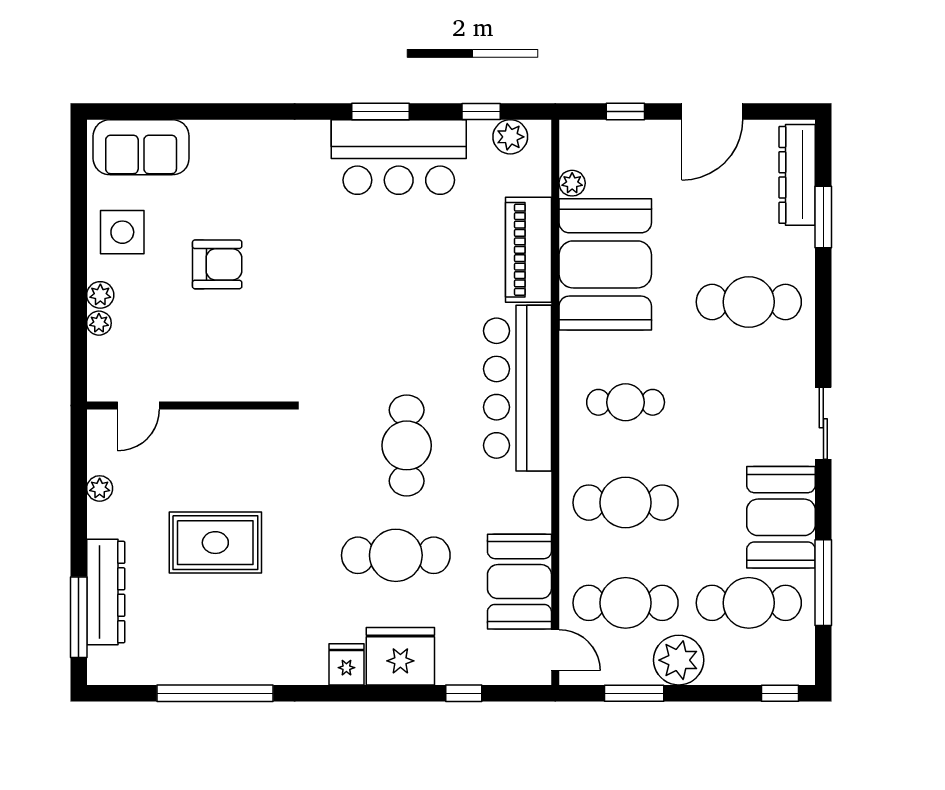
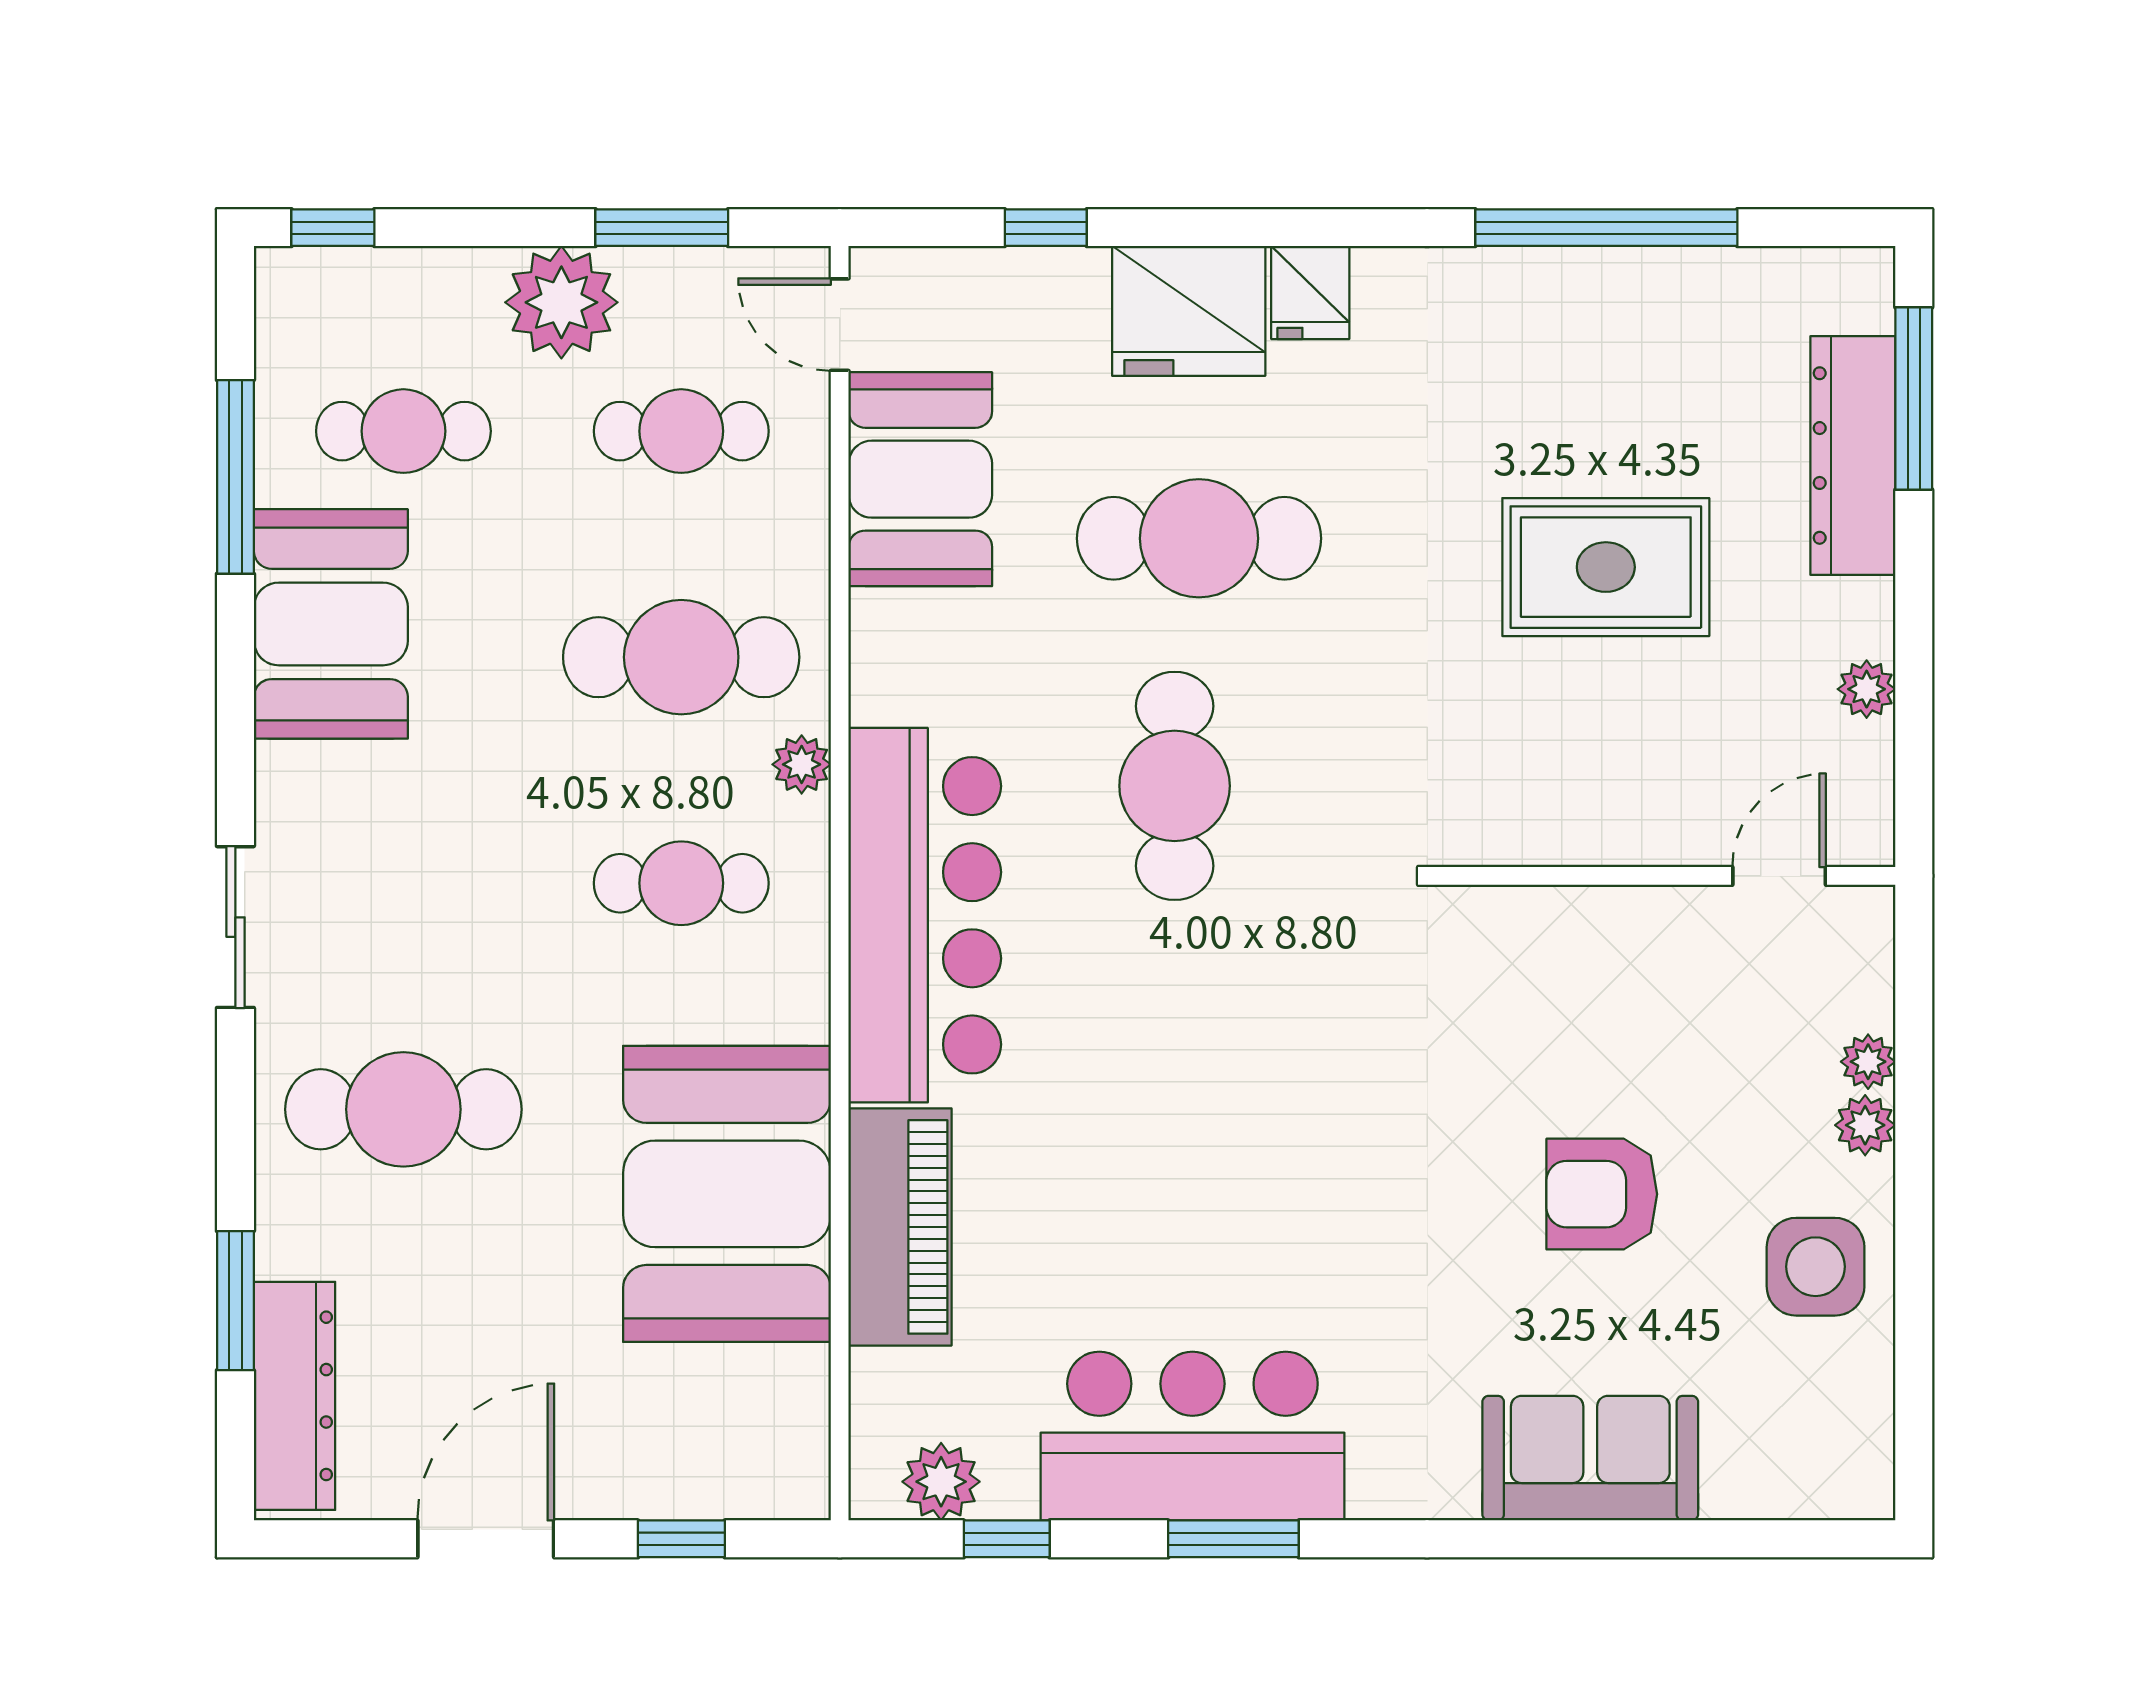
sofa: (141, 147) -> (1590, 1458), moved
plant: (572, 183) -> (802, 764), moved
sliding door: (823, 423) -> (235, 927), moved
cafe table: (626, 603) -> (681, 431), width x0.73, depth x0.74
cafe table: (749, 603) -> (403, 431), width x0.73, depth x0.74

